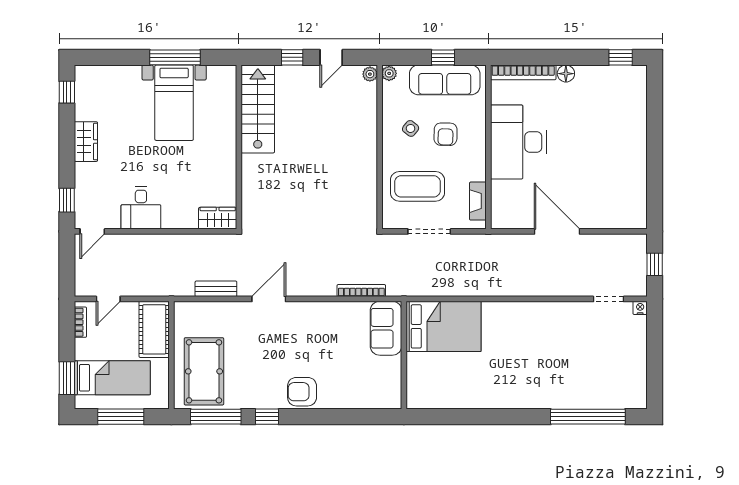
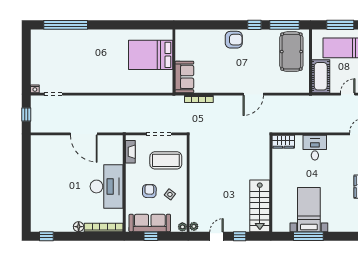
desk: (141, 208) -> (315, 148), moved
bench: (216, 289) -> (284, 100), removed
bed: (443, 326) -> (151, 55), moved

